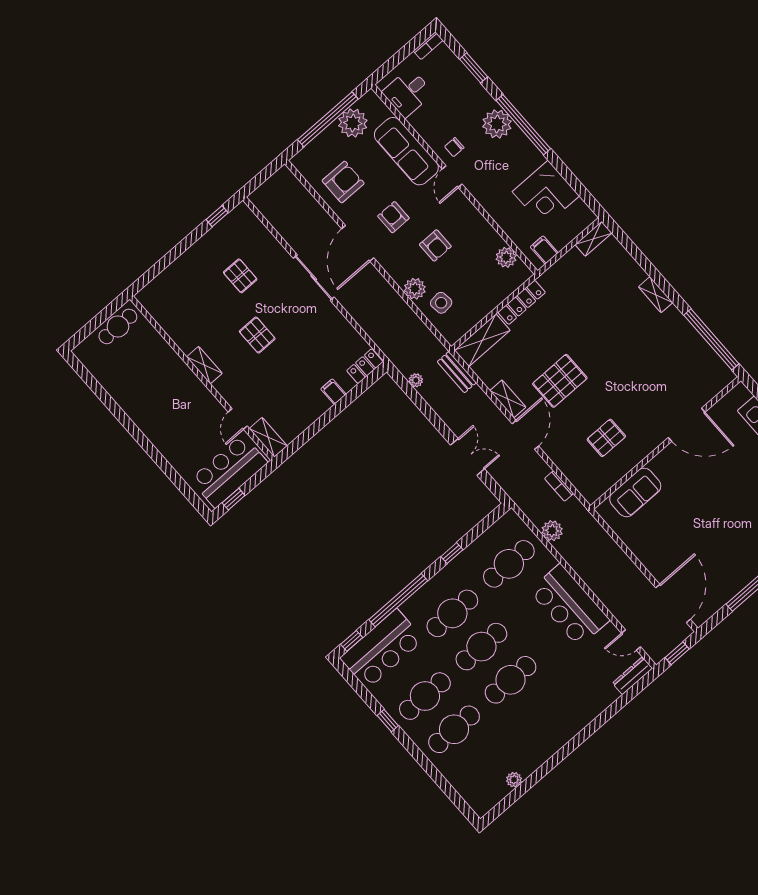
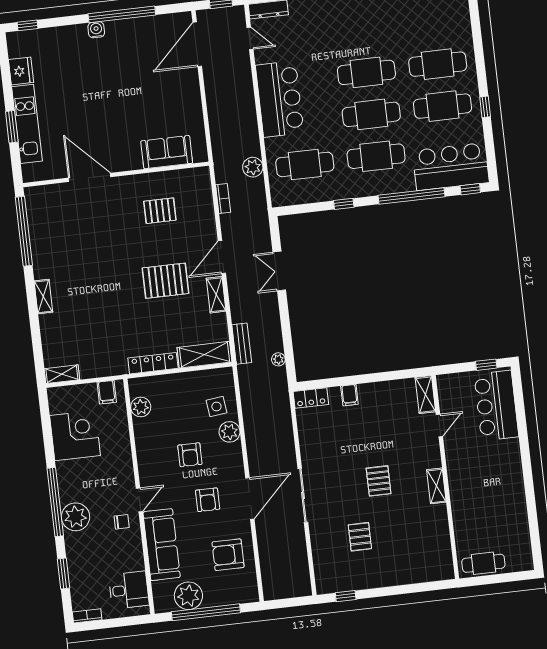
armchair: (435, 245) -> (190, 455), turned 180
bar counter: (229, 471) -> (496, 406), moved, turned 90

